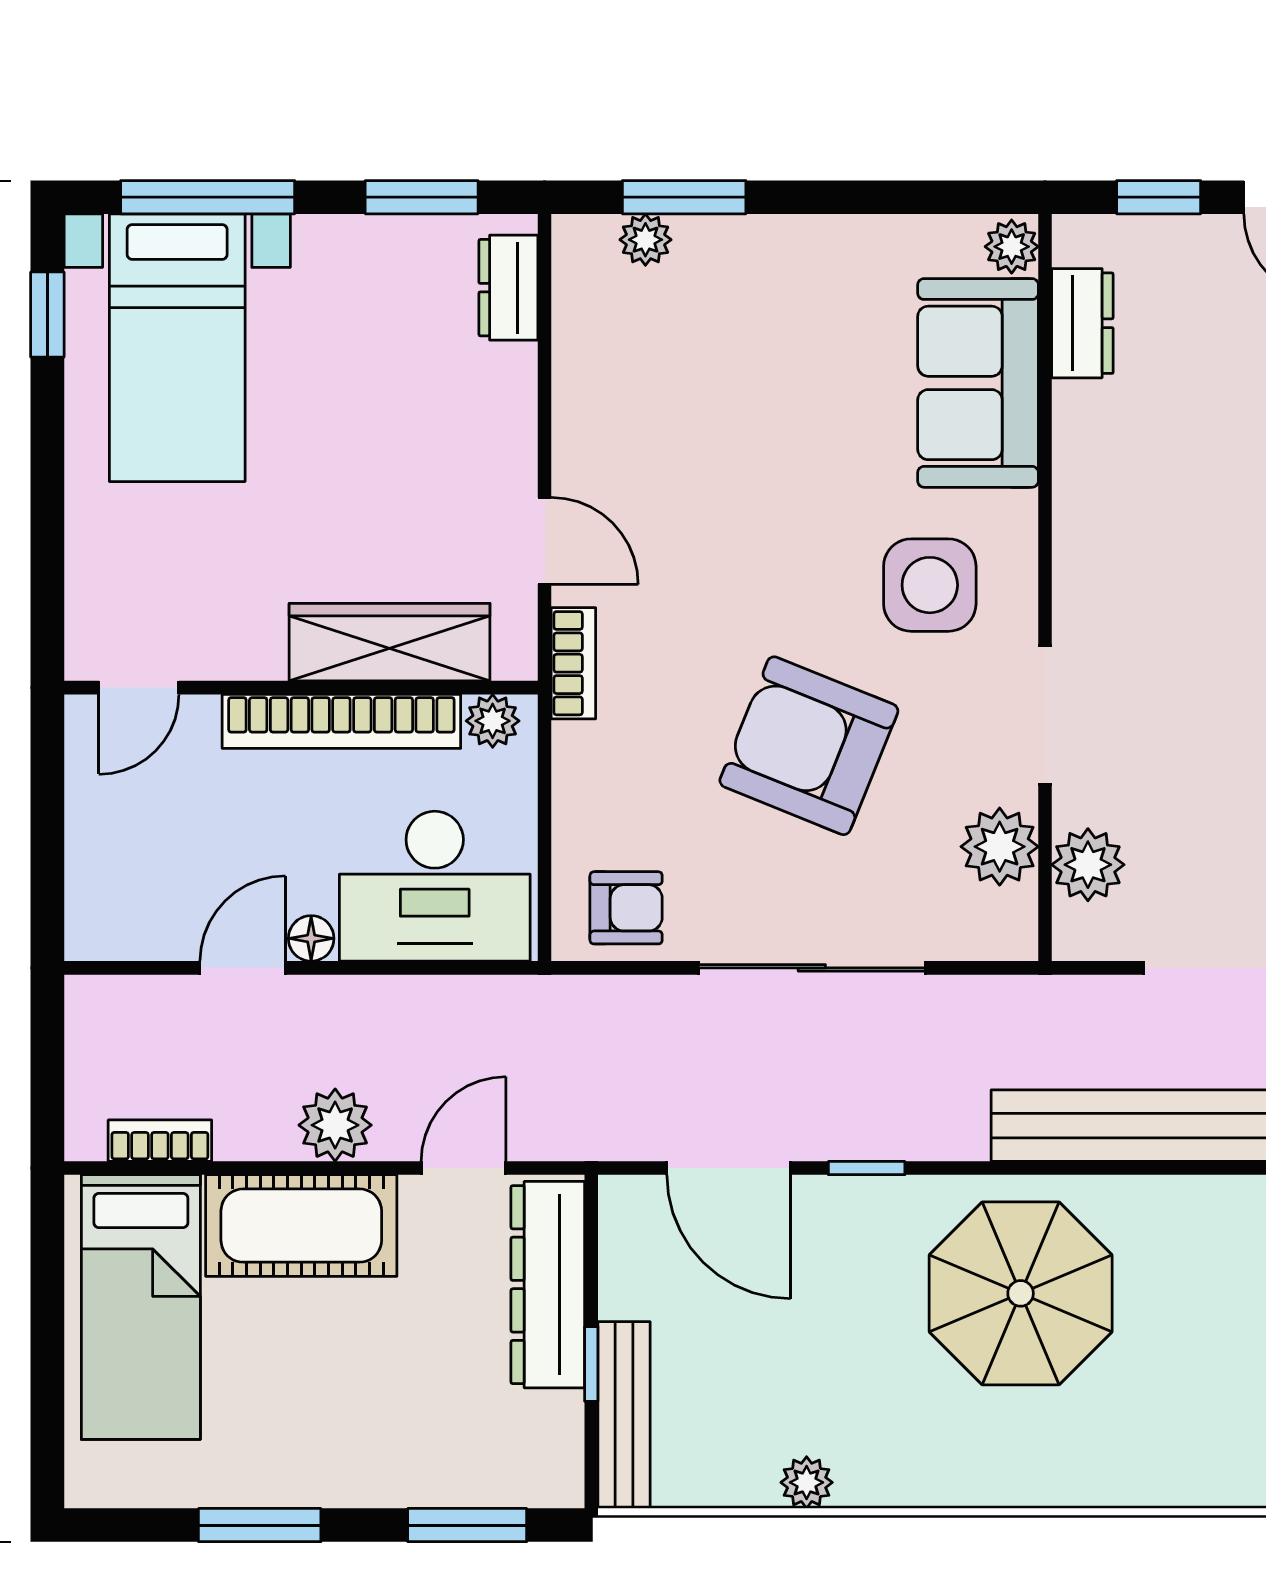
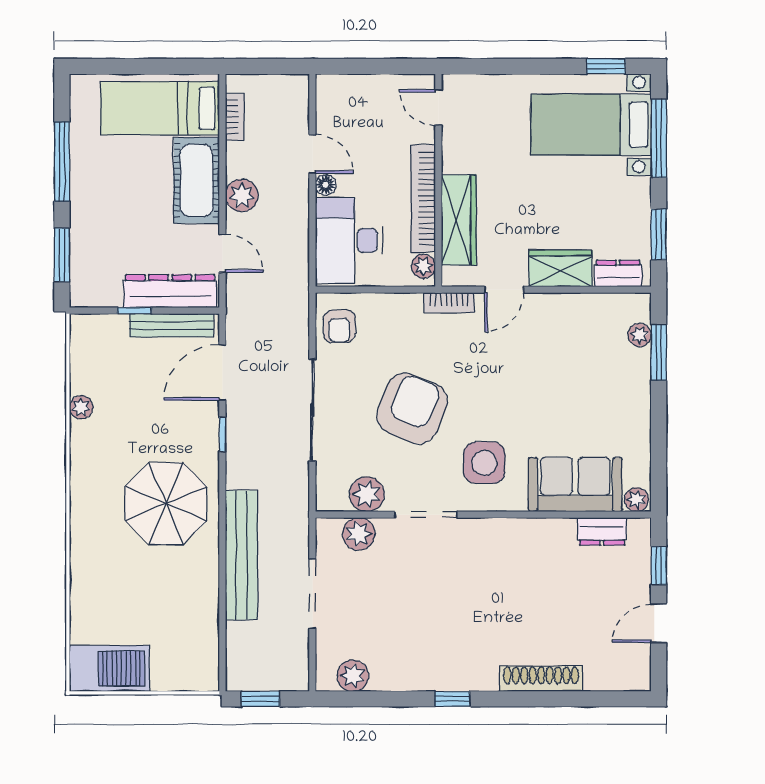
wardrobe: (497, 416) -> (560, 268), added
bench: (624, 1415) -> (171, 325), moved
window: (260, 1525) -> (62, 162), width x1.44

